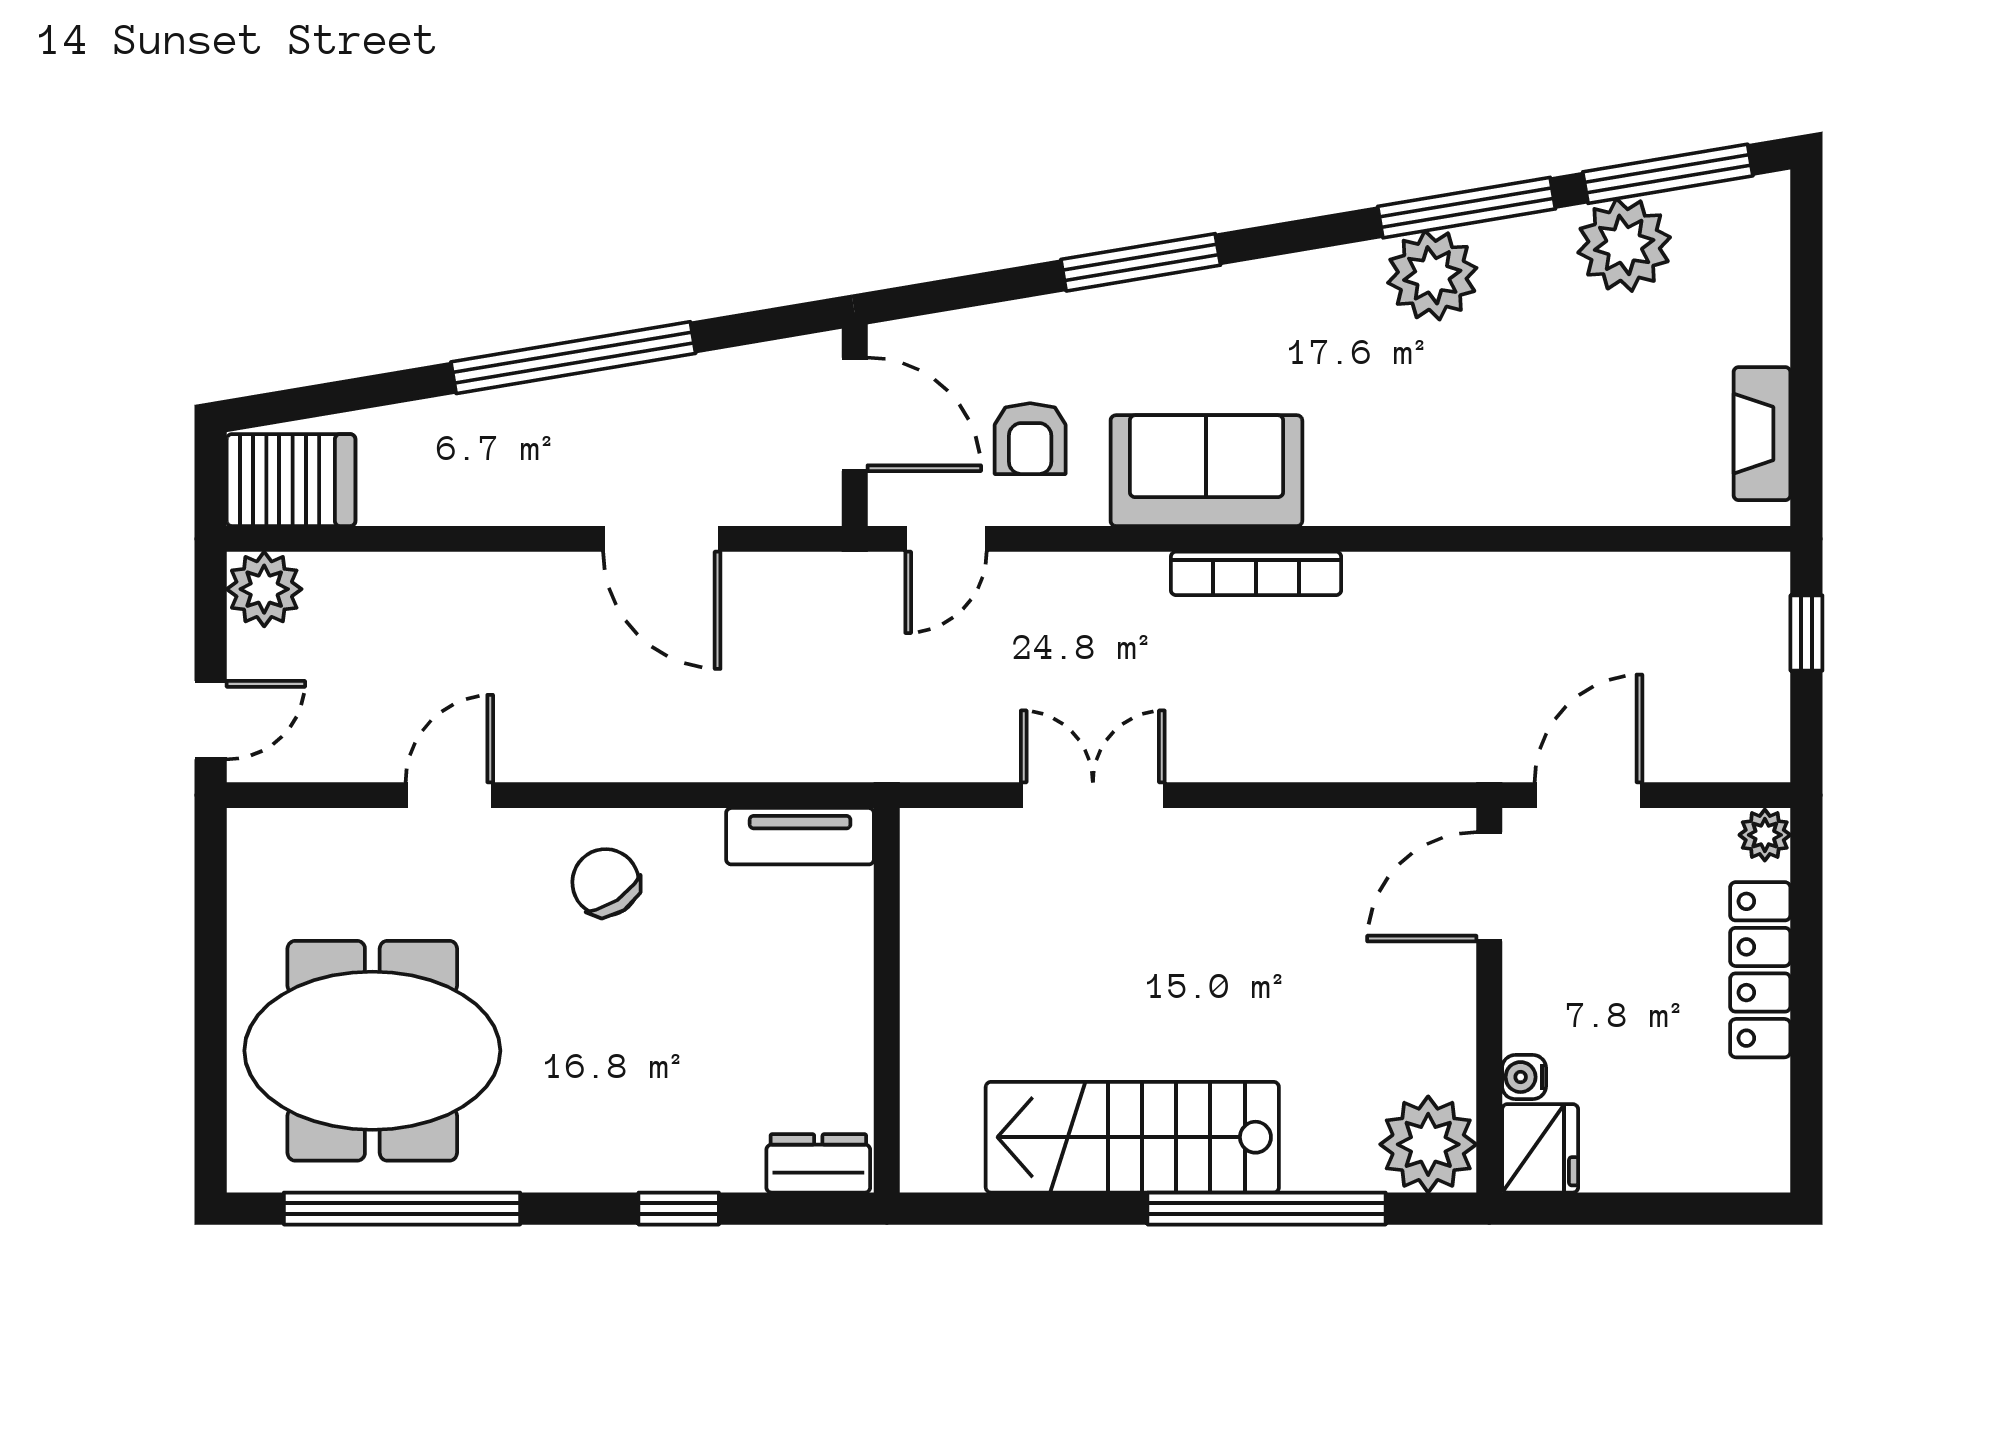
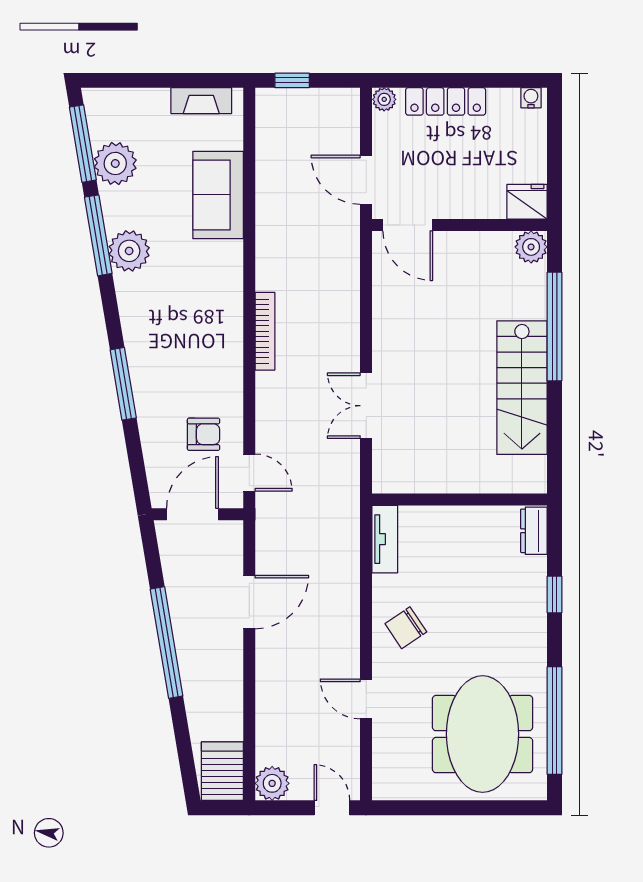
sofa: (1206, 471) -> (218, 195), moved
water cooler: (1524, 1077) -> (531, 98), moved, turned 180
plant: (1428, 1144) -> (531, 247), width x0.73, depth x0.73

